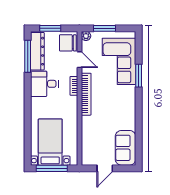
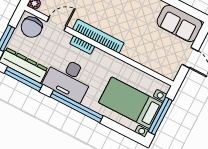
desk: (44, 84) -> (68, 79), width x1.37
window: (28, 105) -> (77, 106), added

